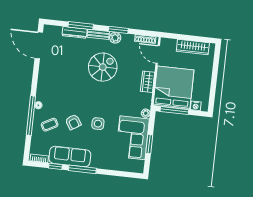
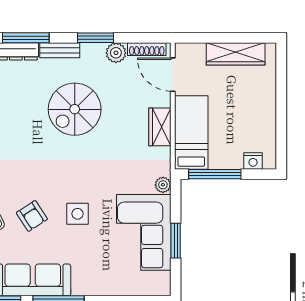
plant: (115, 38) -> (116, 53), moved
spiral stairs: (103, 67) -> (75, 109), turned 180
bed: (174, 88) -> (191, 132), width x0.49

